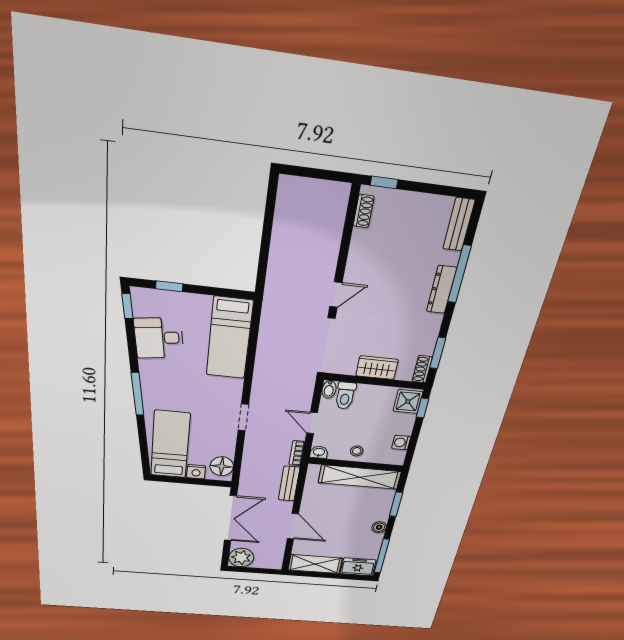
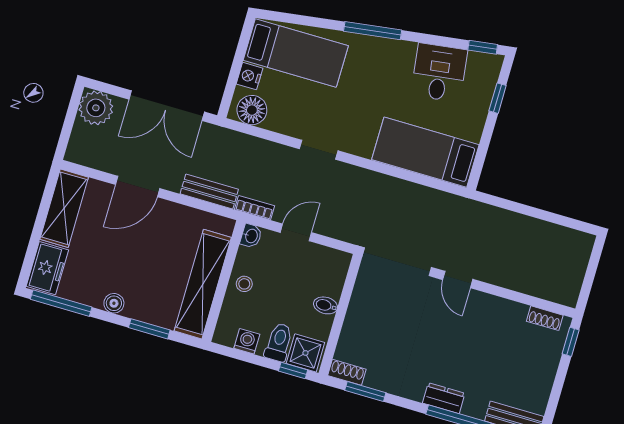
dresser: (441, 290) -> (444, 398), width x0.70
wardrobe: (377, 368) -> (358, 319), removed
bidet: (329, 389) -> (325, 305), moved
toilet: (345, 396) -> (279, 342), moved, turned 90

